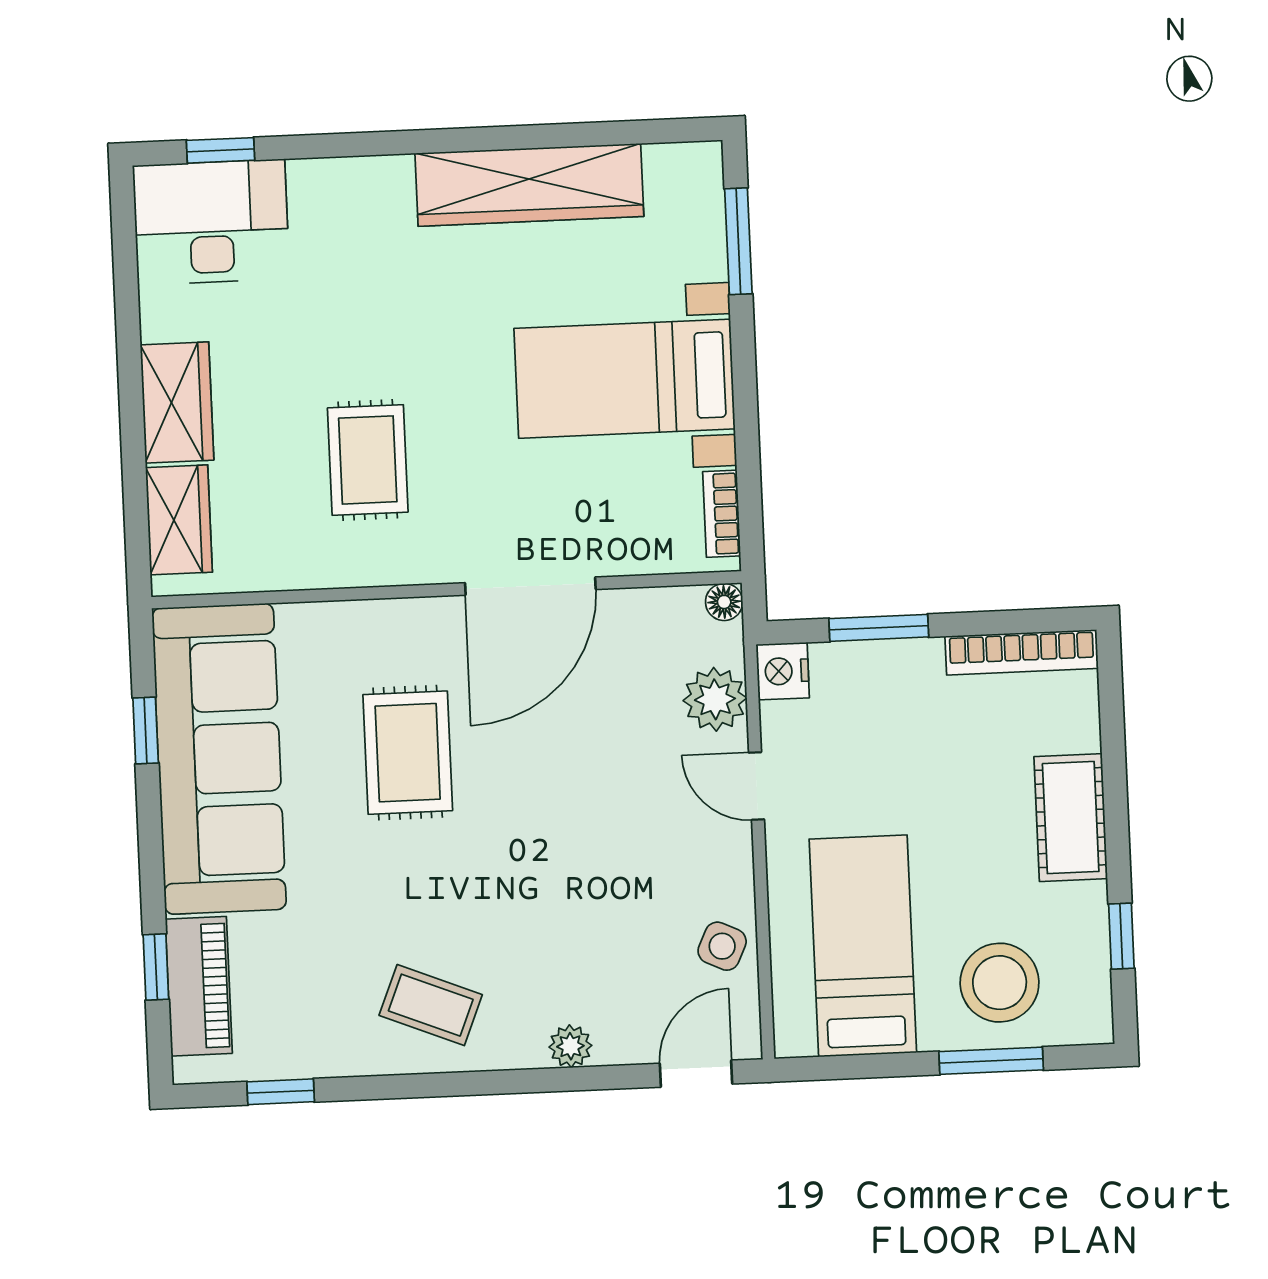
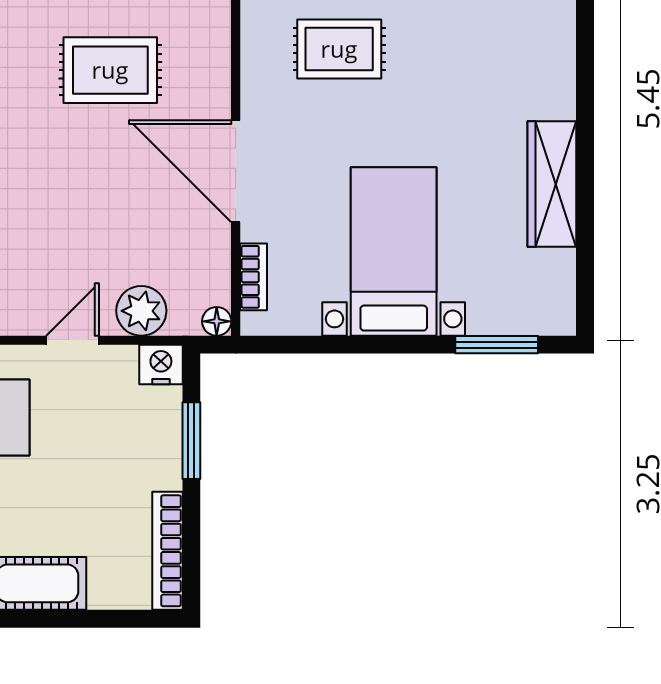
wardrobe: (529, 185) -> (552, 184), width x0.71, depth x0.85
bookcase: (722, 514) -> (253, 277), moved, turned 90

